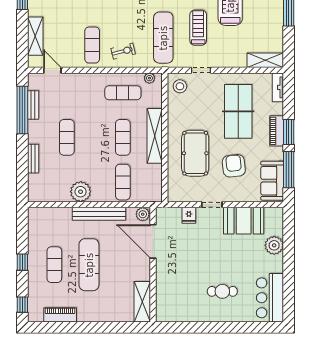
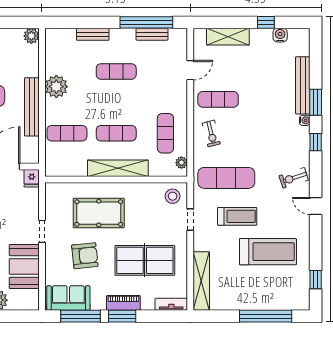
shelving: (265, 60) -> (201, 281), width x1.47
door: (52, 70) -> (190, 70), moved
plant: (143, 214) -> (31, 36), moved
fridge: (189, 215) -> (32, 178), moved, turned -90

